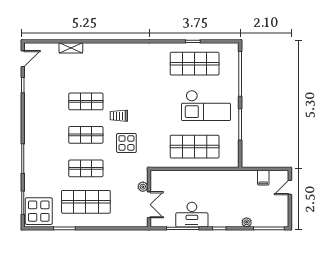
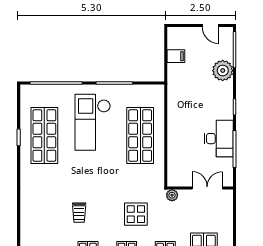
checkout: (206, 106) -> (93, 122), turned 180
trolley: (119, 116) -> (79, 213), moved
plant: (143, 187) -> (172, 195), moved
door: (290, 187) -> (210, 25), moved
plant: (247, 222) -> (223, 71), width x1.87, depth x1.87

